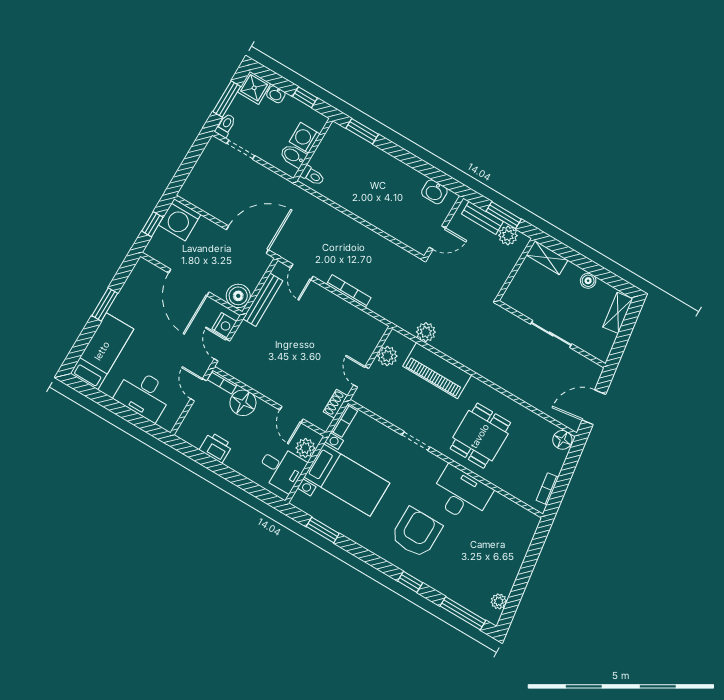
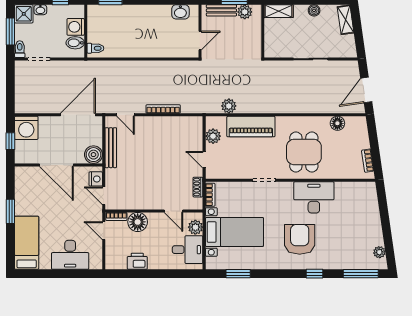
floor lamp: (562, 440) -> (337, 123), moved

